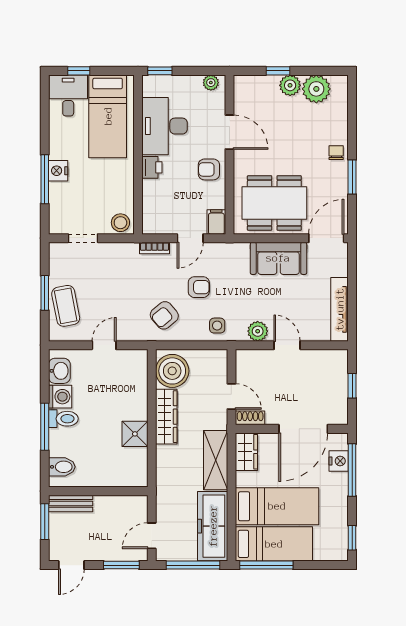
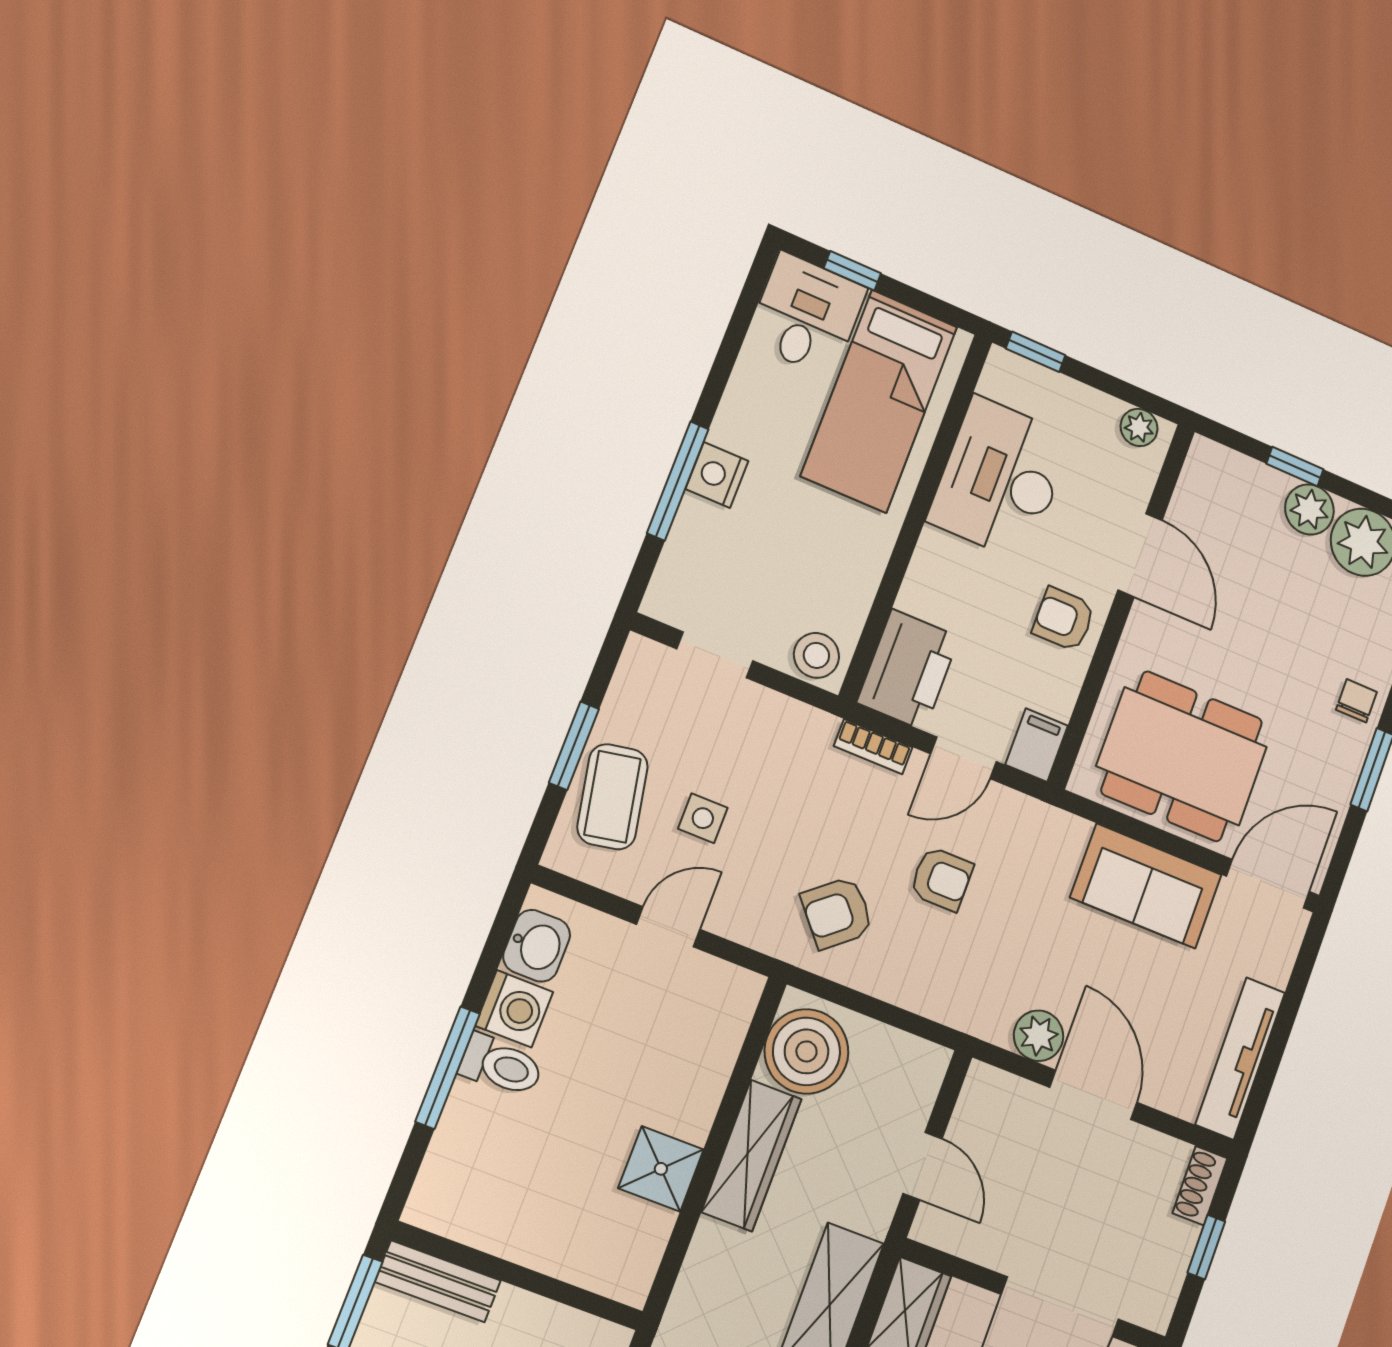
printer: (152, 167) -> (908, 670), moved, width x1.87, depth x1.48
side table: (217, 326) -> (703, 818), moved
door: (287, 345) -> (1094, 1095), width x1.38
shoe rack: (250, 418) -> (1200, 1186), moved, turned -90
bidet: (62, 467) -> (451, 1182), removed

